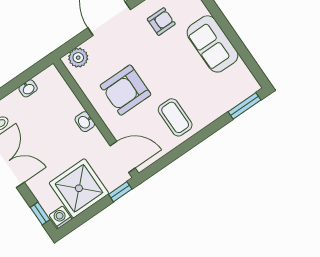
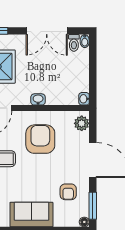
washbasin: (28, 88) -> (84, 99), moved

